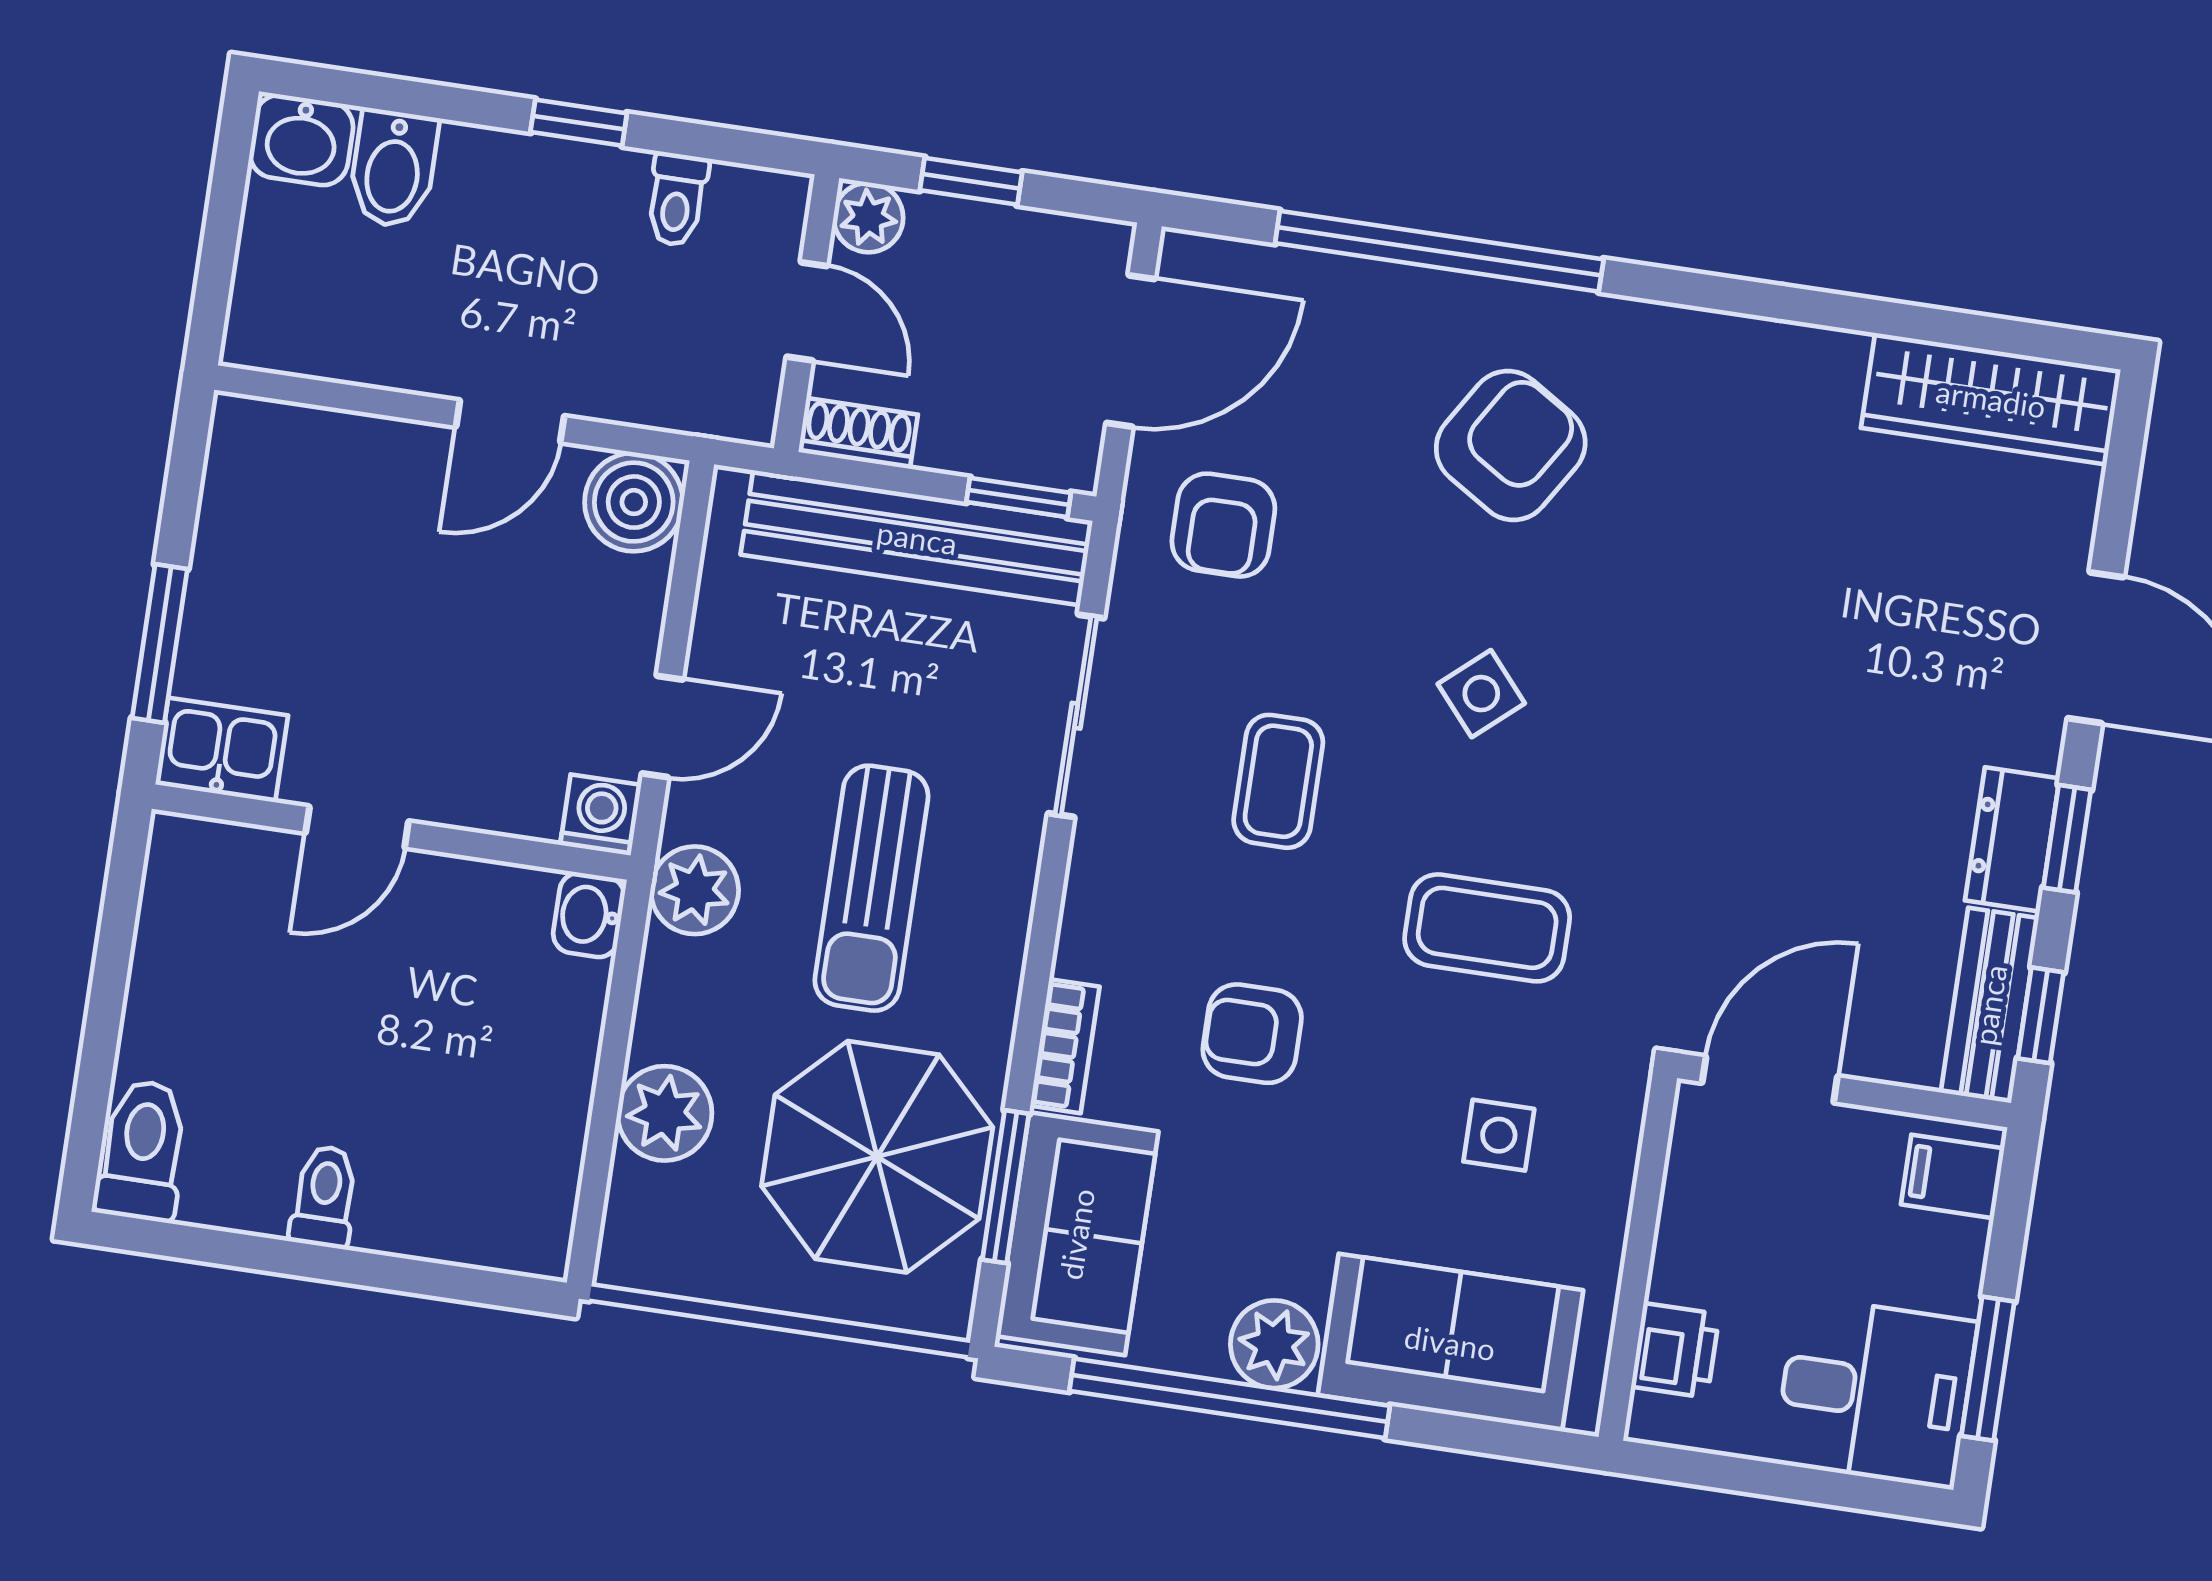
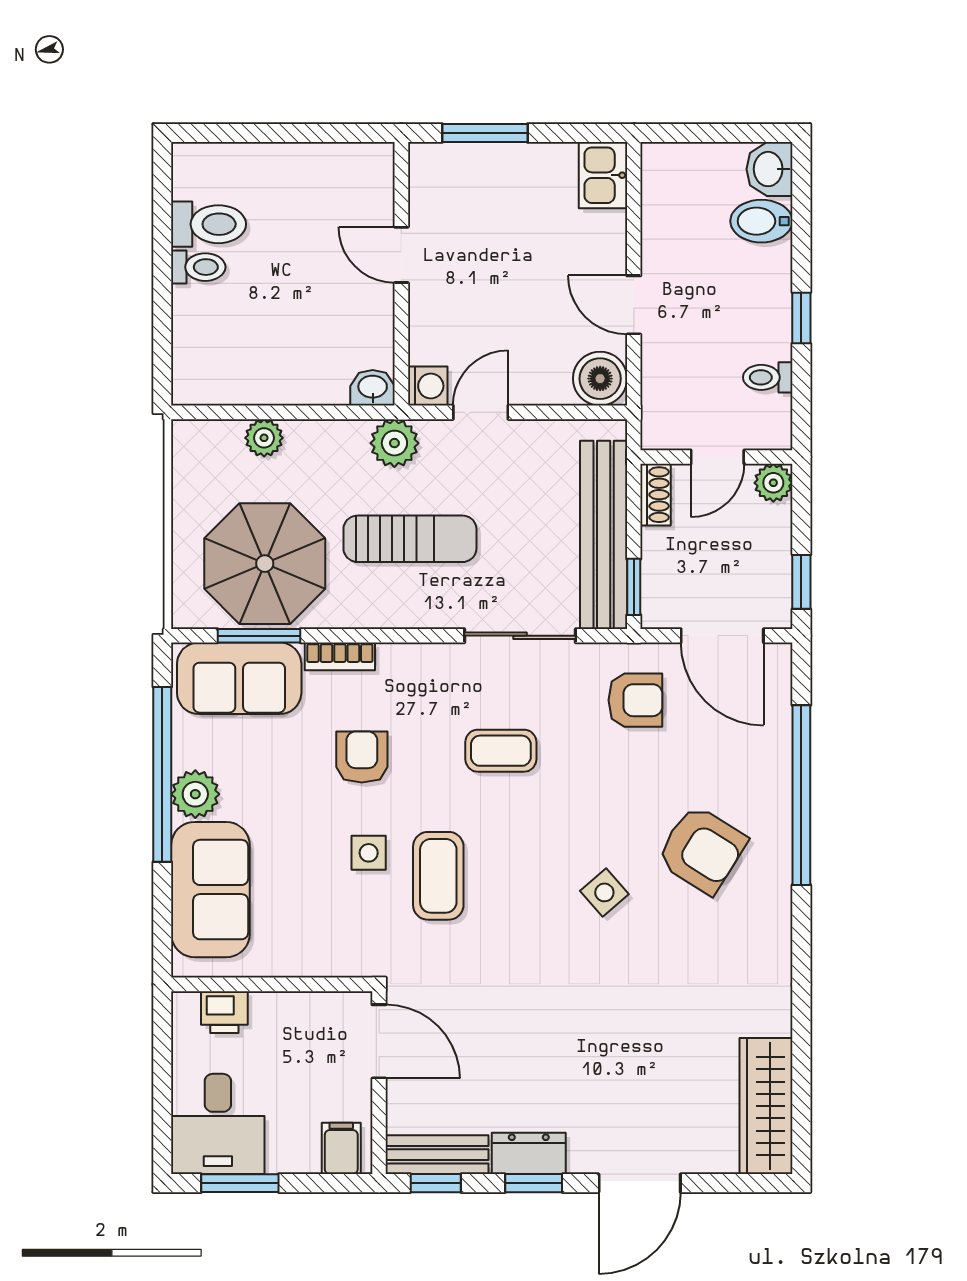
window: (971, 181) -> (801, 582), moved
armchair: (1223, 525) -> (635, 700), turned 180
side table: (1481, 694) -> (604, 892), moved
door: (662, 727) -> (481, 412), swing flipped
kitchen sink: (222, 750) -> (603, 175), moved, turned 180
sun lounger: (871, 888) -> (410, 539), turned 180
plant: (665, 1113) -> (264, 438), width x0.73, depth x0.73
side table: (1499, 1135) -> (369, 853), moved
toilet: (142, 1150) -> (209, 224), moved

